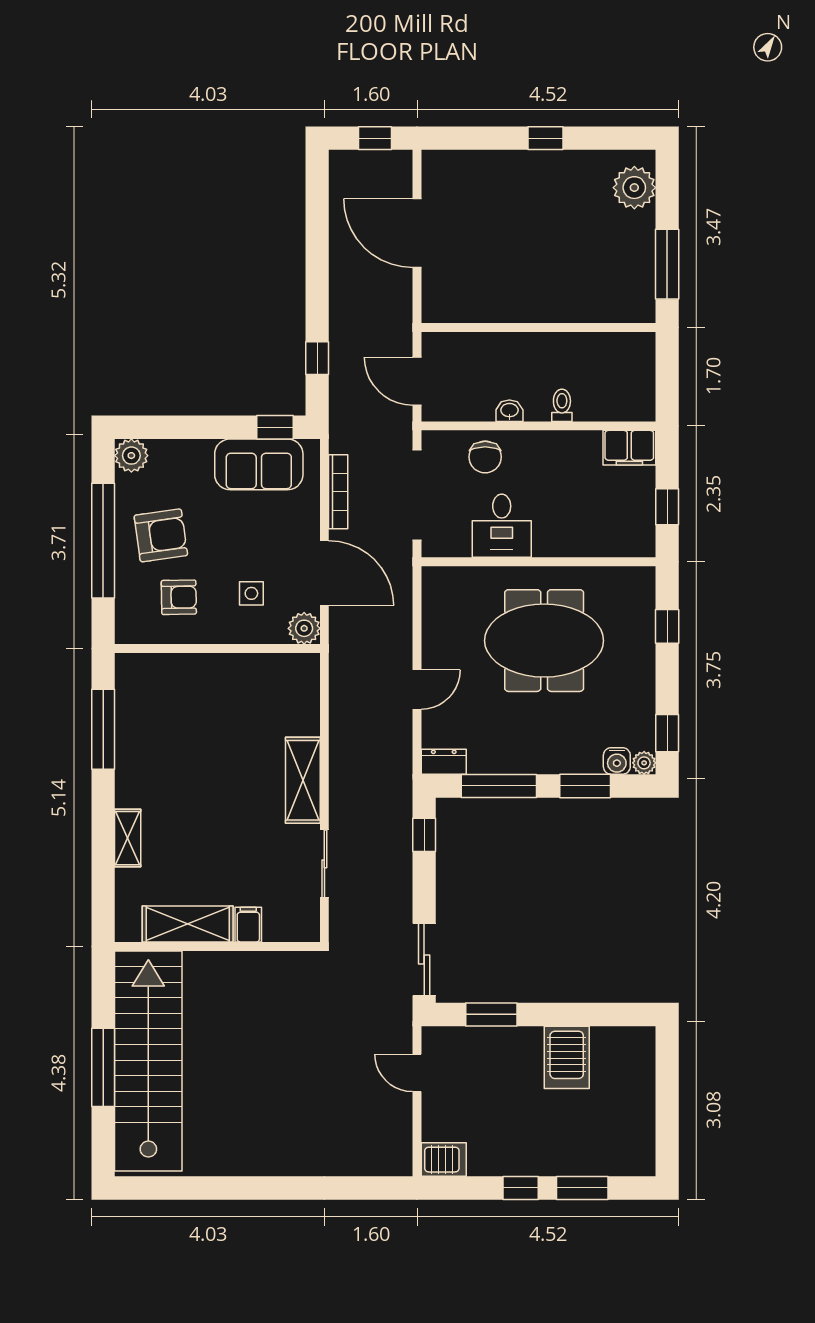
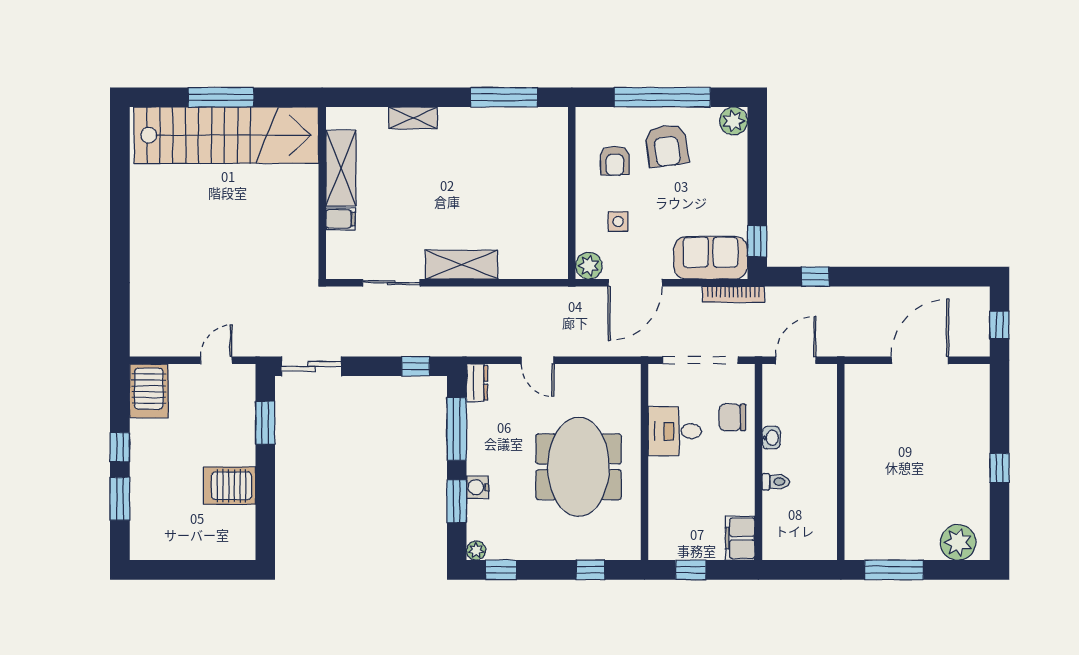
sofa: (259, 464) -> (711, 258), moved, turned 90
bookcase: (338, 492) -> (733, 294), moved
water cooler: (617, 761) -> (478, 487), moved
server rack: (444, 1160) -> (149, 391), width x1.36, depth x1.44

